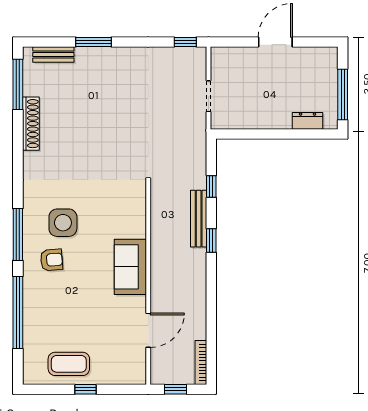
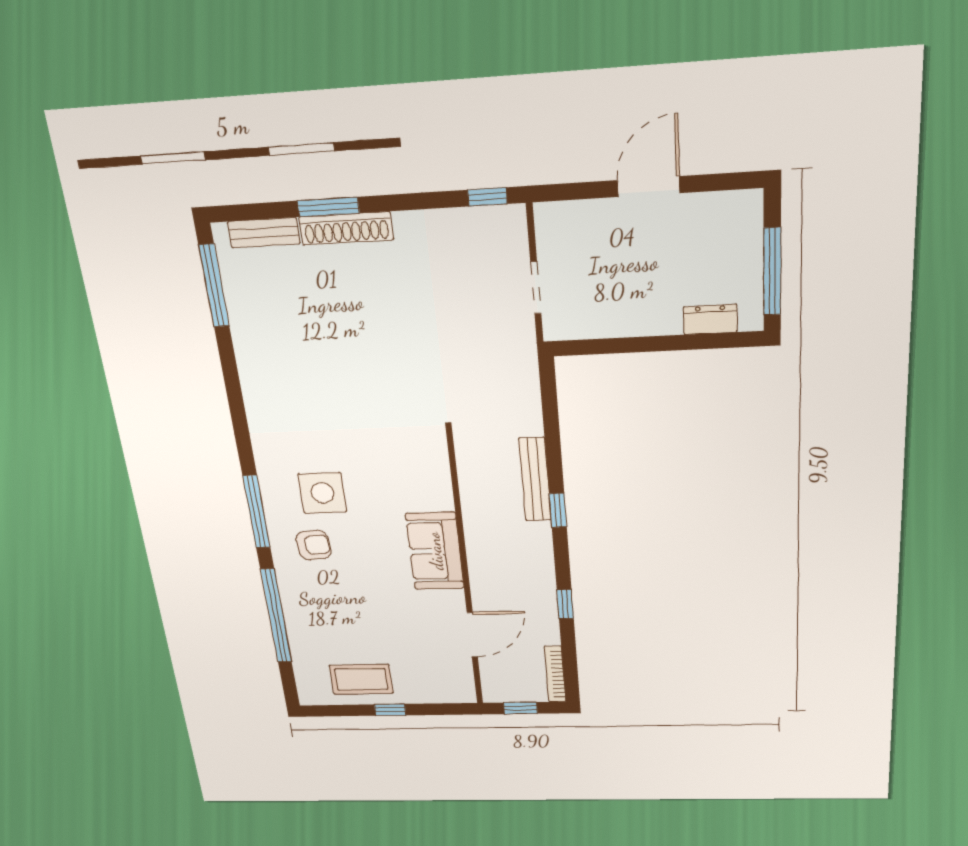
shoe rack: (31, 124) -> (346, 228), moved, turned 90
window: (211, 187) -> (565, 604), moved

